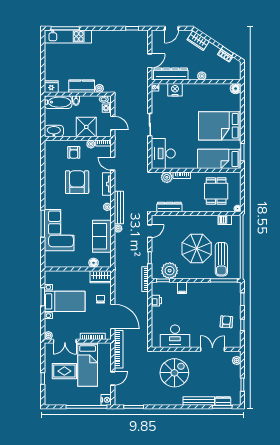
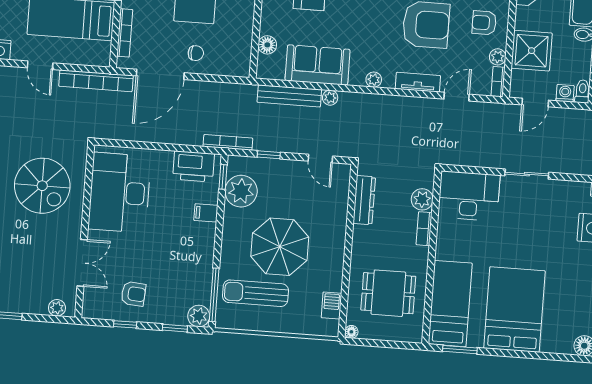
bench: (119, 207) -> (289, 96), moved
wardrobe: (101, 277) -> (239, 57), removed
plant: (235, 287) -> (199, 316), added
printer: (156, 301) -> (193, 166), width x1.87, depth x1.48
desk: (175, 336) -> (120, 193), width x1.36, depth x1.30

